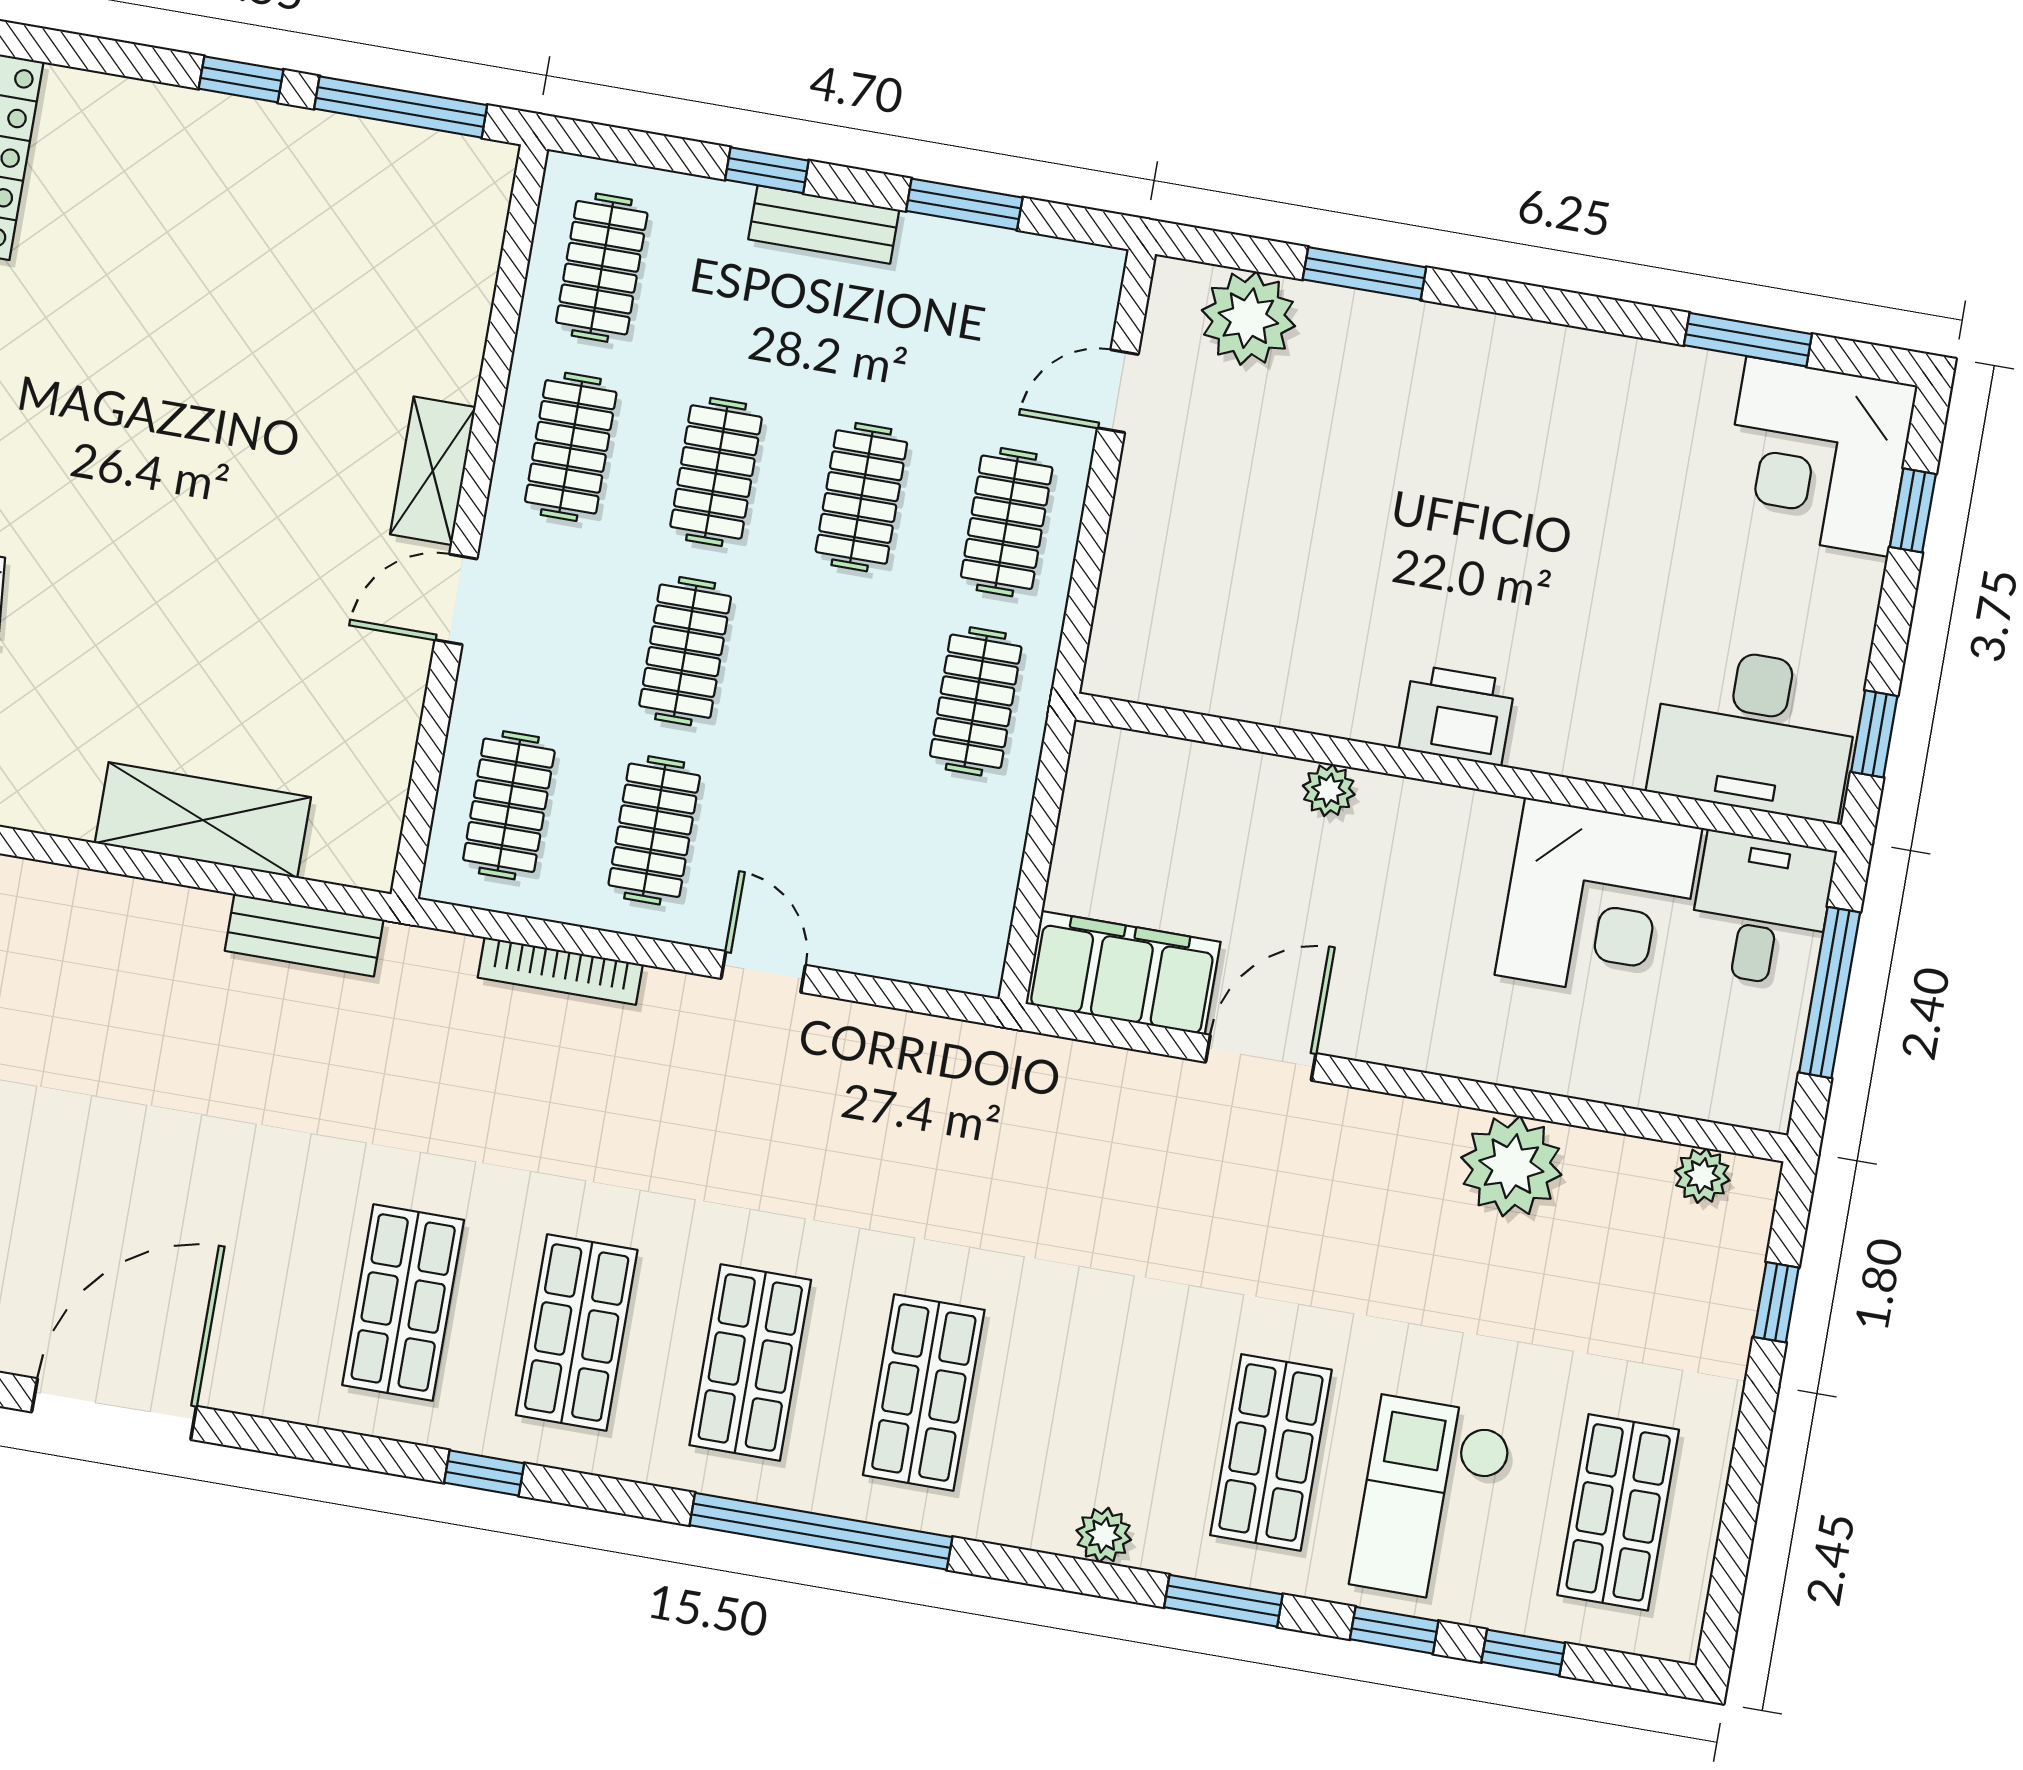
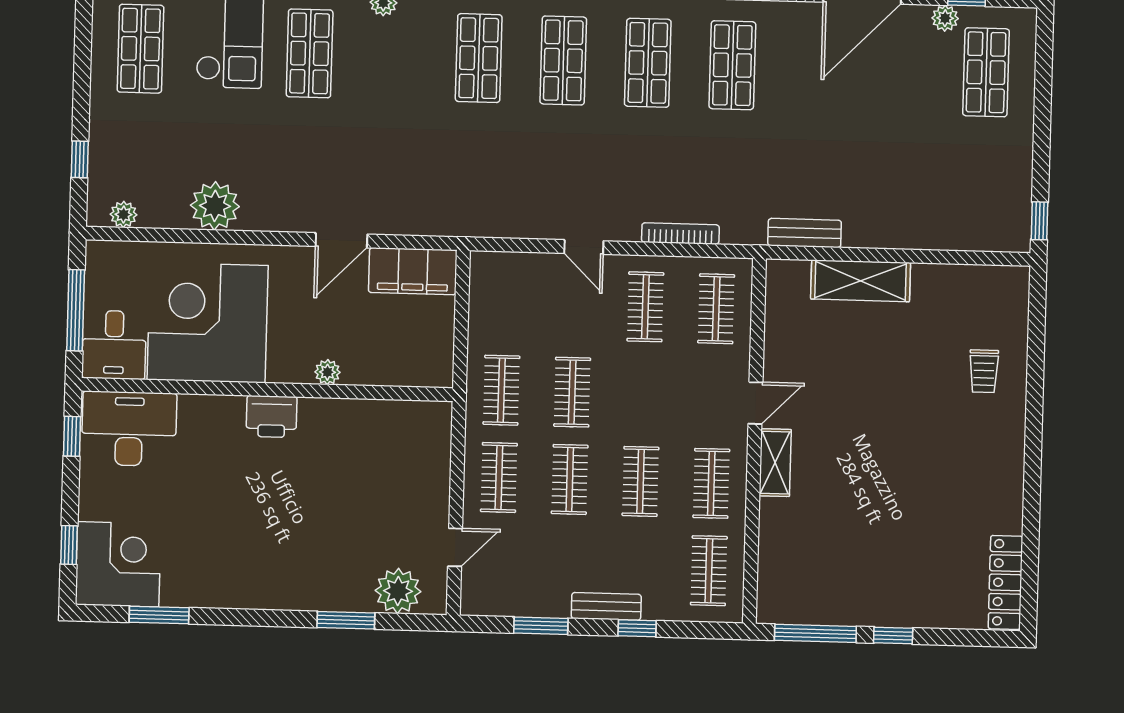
clothes rail: (685, 651) -> (572, 392), moved
corner desk: (1599, 901) -> (208, 323), width x1.36, depth x1.36

